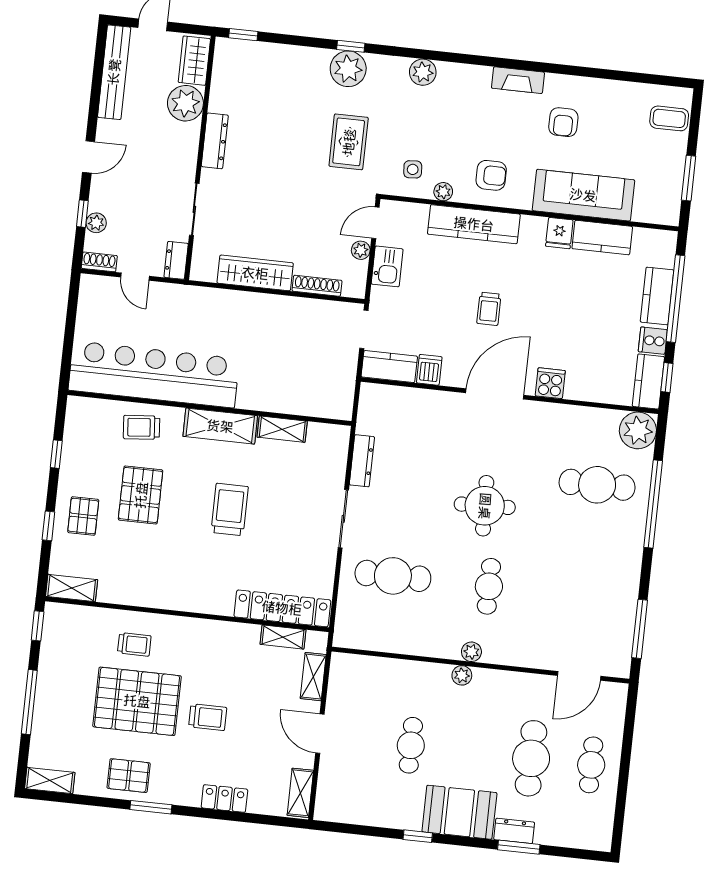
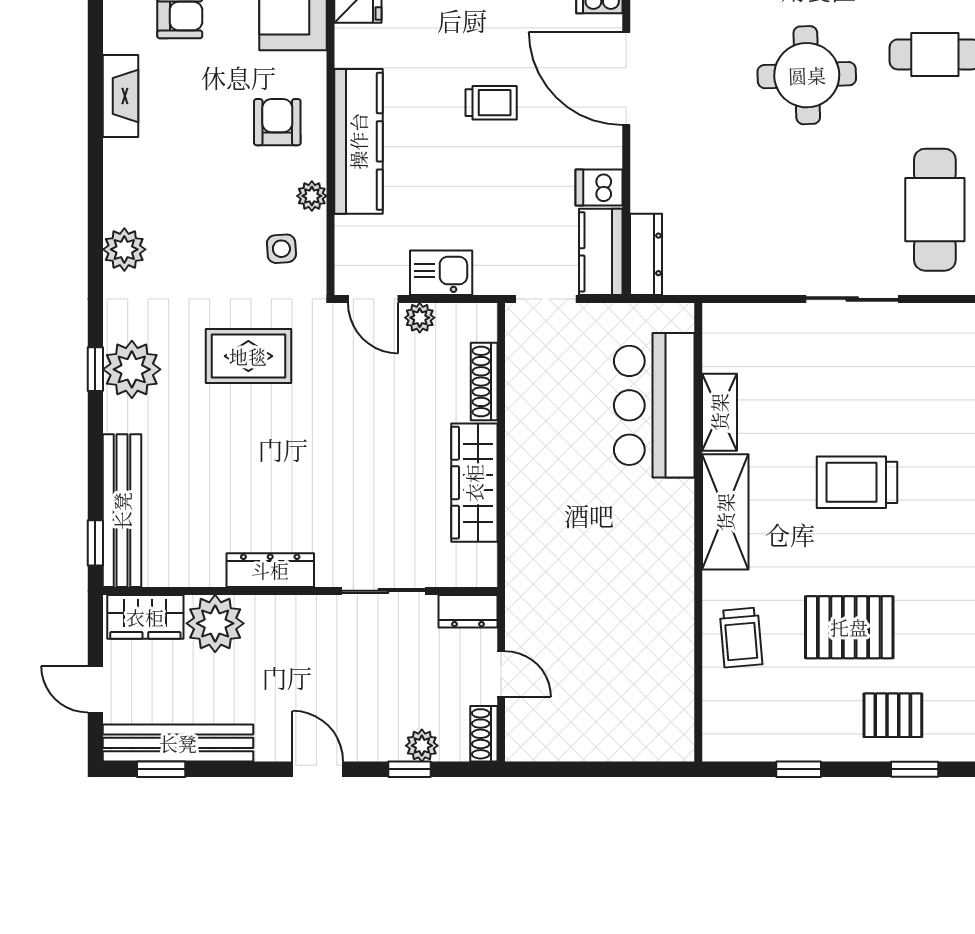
bench: (261, 53) -> (122, 511), added
window: (99, 60) -> (161, 769), added
door: (135, 277) -> (501, 674), hinge flipped
bar counter: (154, 374) -> (654, 405), moved, width x0.54
dresser: (362, 461) -> (646, 254), moved, turned 90

